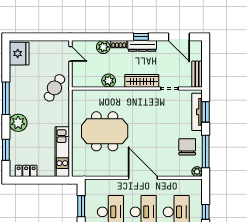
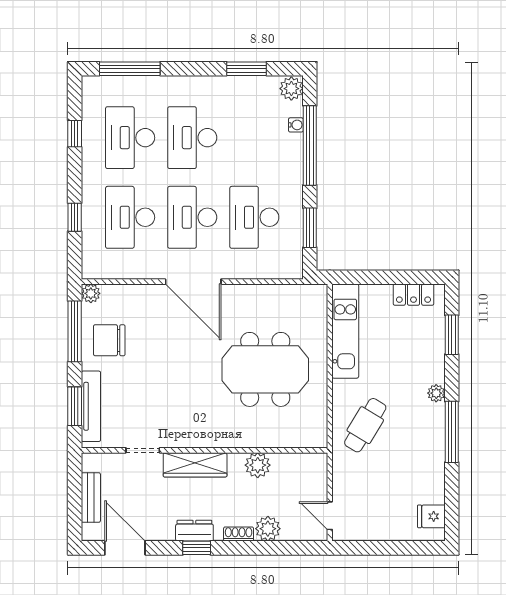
dresser: (142, 46) -> (194, 531), width x0.70
fridge: (19, 54) -> (431, 516), width x0.53, depth x0.75
bench: (197, 74) -> (91, 497), moved
cafe table: (54, 88) -> (365, 425), moved
plant: (18, 123) -> (436, 393), width x0.53, depth x0.53
chair: (187, 147) -> (109, 340), turned 90

